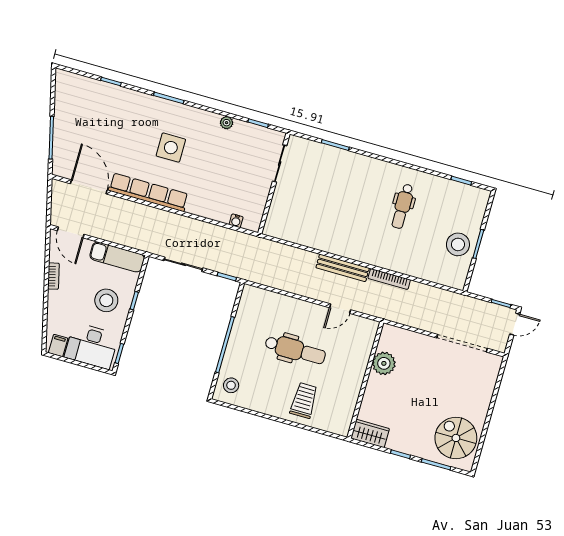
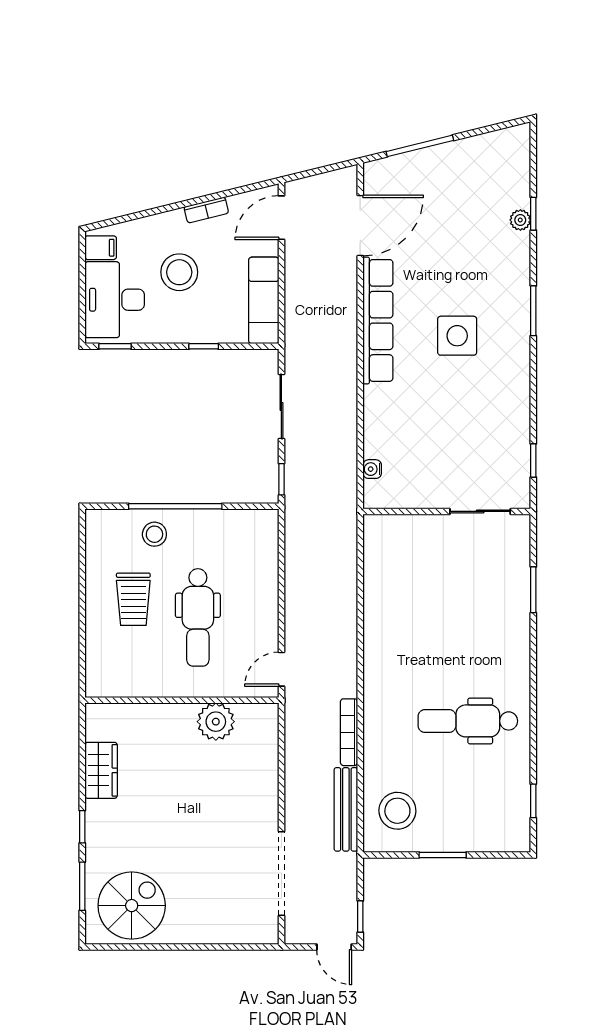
plant: (227, 123) -> (520, 220), moved
dental chair: (403, 206) -> (468, 721), width x1.36, depth x1.38
stool: (458, 244) -> (397, 811), moved
bench: (343, 268) -> (346, 809), moved
stool: (106, 300) -> (179, 272), moved
door: (340, 309) -> (281, 669), hinge flipped
plant: (384, 363) -> (216, 722), moved
wall: (365, 380) -> (182, 700), moved
stool: (231, 385) -> (154, 534), moved
trolley: (304, 400) -> (133, 599), moved, turned 90

